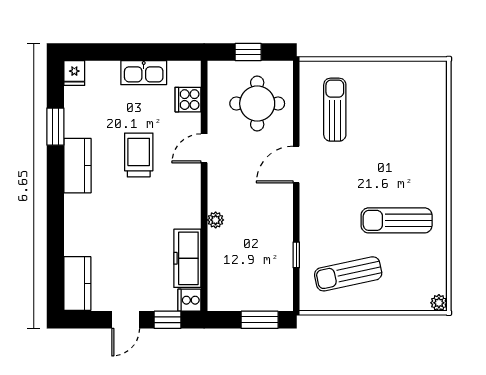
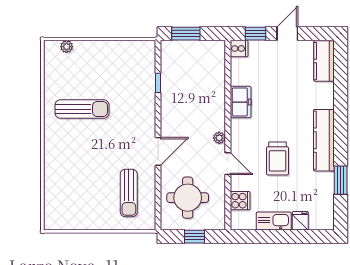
fridge: (74, 73) -> (300, 221), moved
door: (204, 148) -> (228, 164), hinge flipped
kitchen counter: (77, 166) -> (324, 140), width x1.50
plant: (216, 220) -> (219, 138), moved
freezer: (187, 258) -> (241, 102), moved, width x0.71
sun lounger: (348, 274) -> (119, 68), removed
plant: (439, 303) -> (67, 47), moved

